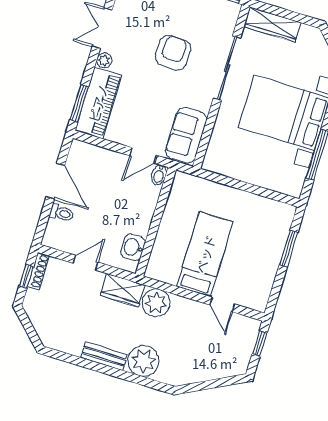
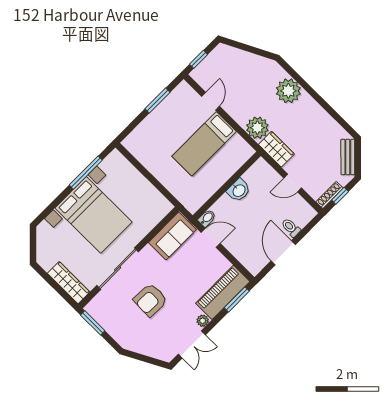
washbasin: (133, 247) -> (239, 190), moved
window: (289, 249) -> (158, 101), moved
bench: (104, 356) -> (348, 157), moved, turned 45

